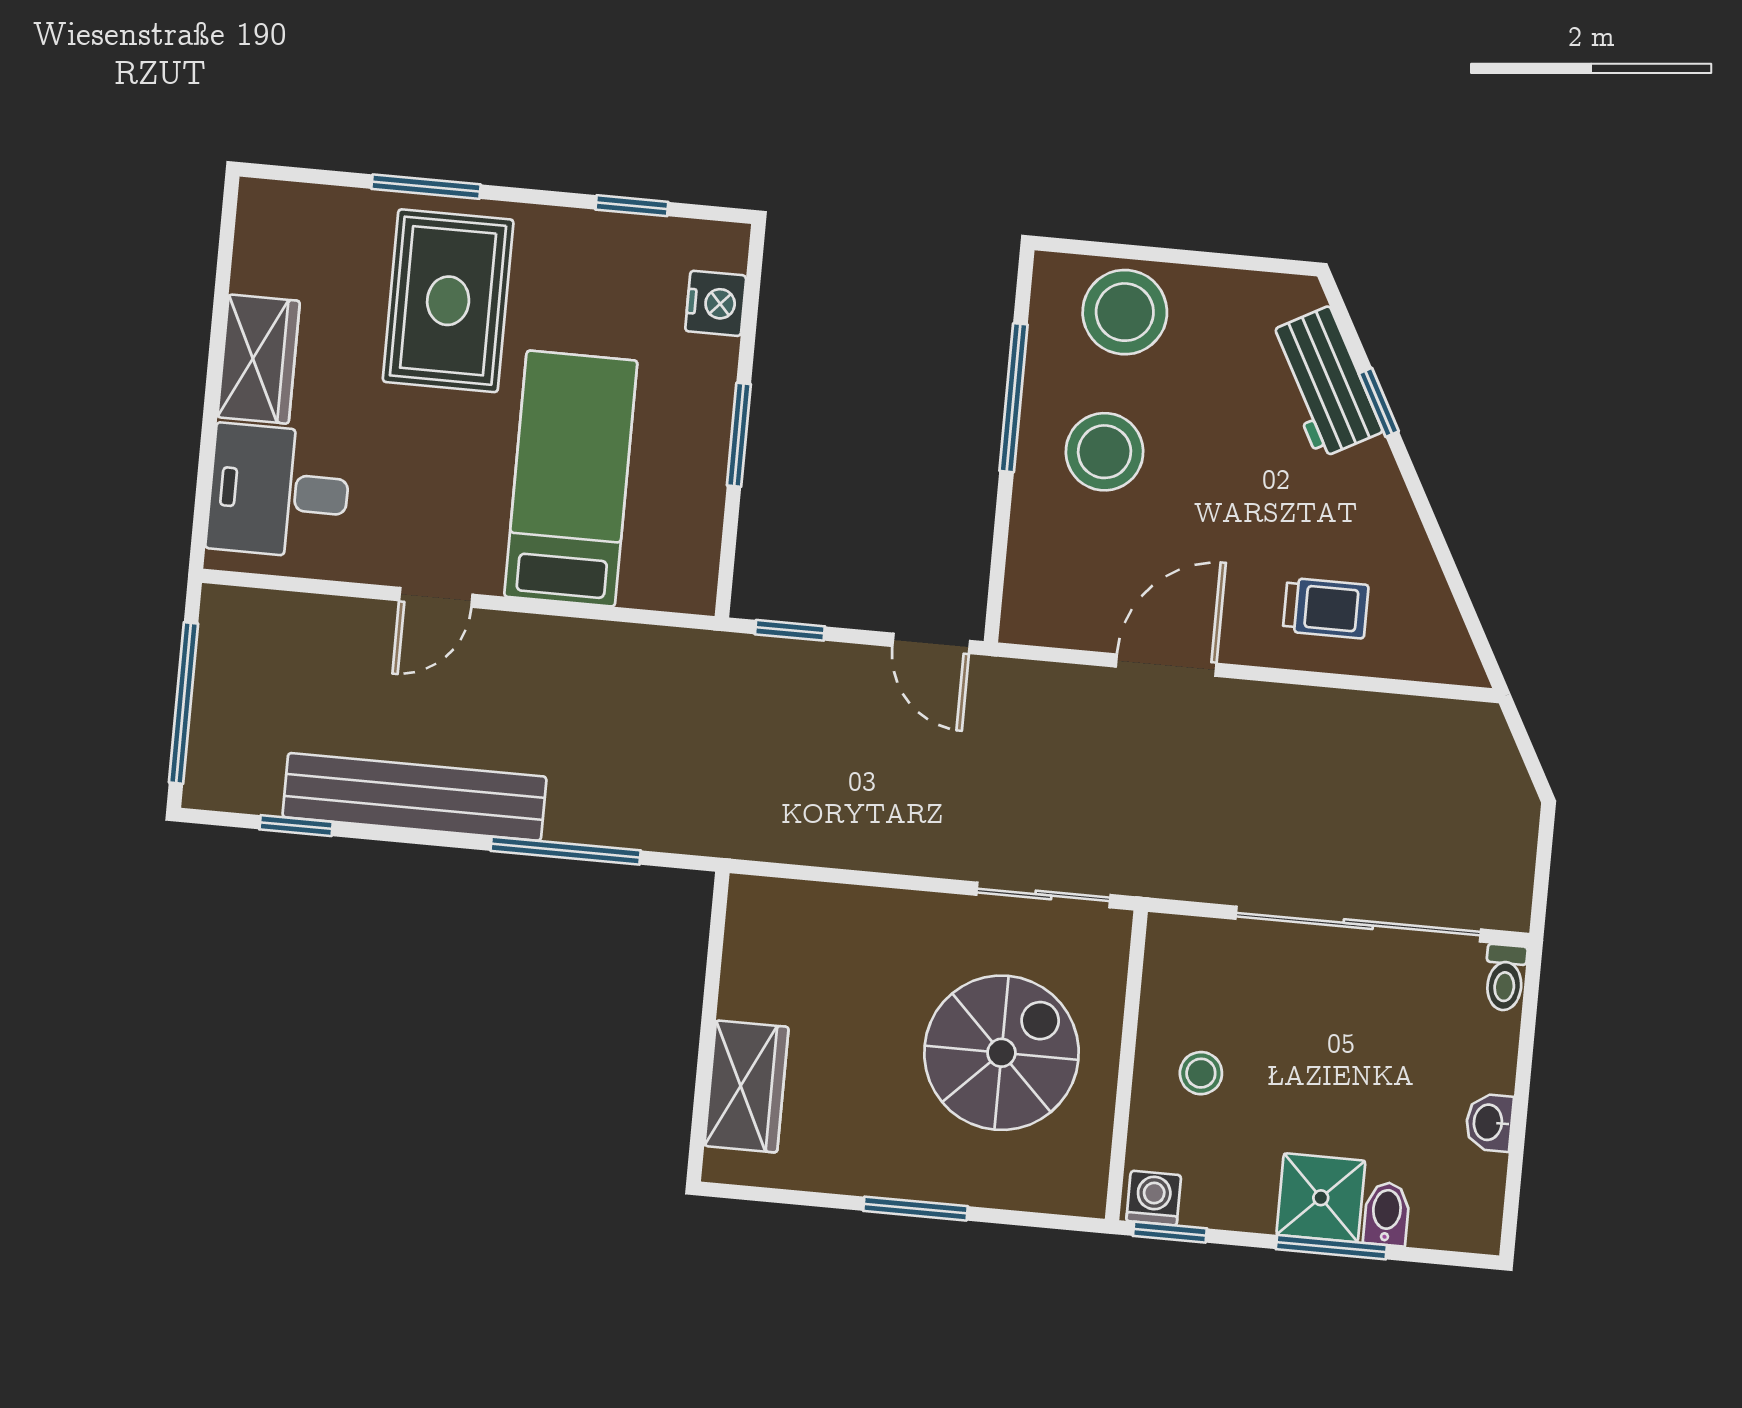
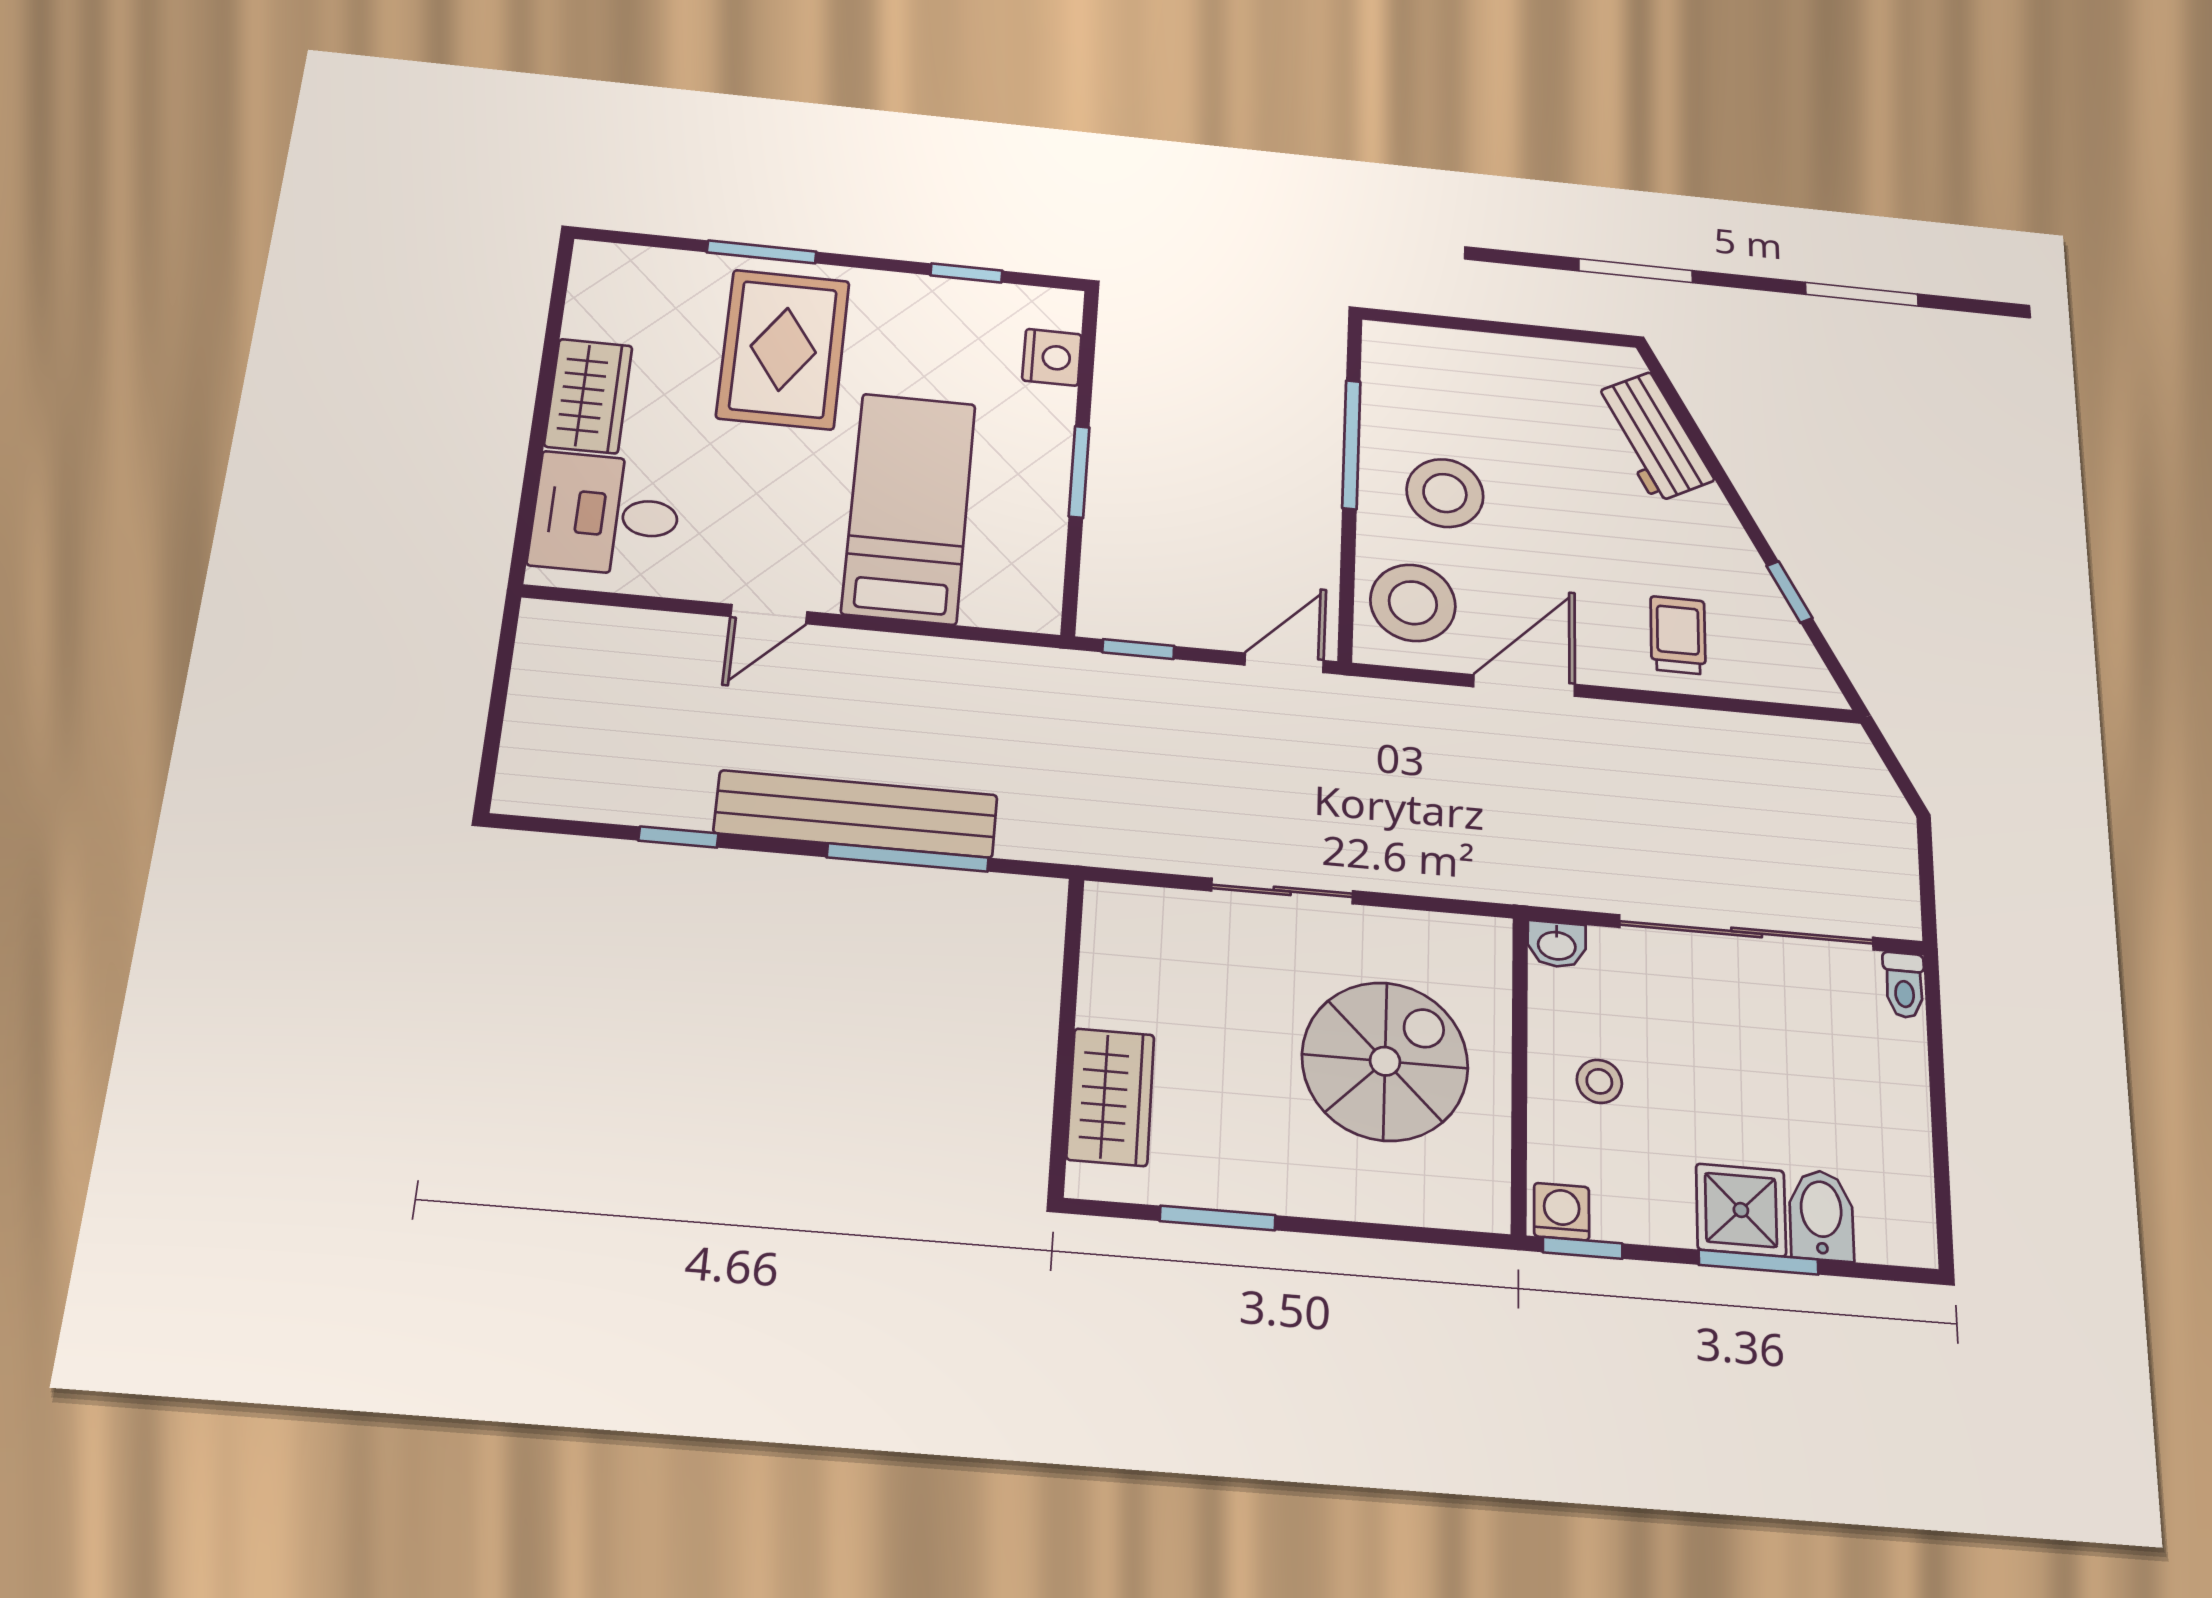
stool: (1125, 312) -> (1413, 603), moved
window: (1379, 402) -> (1789, 592), moved
trolley: (1326, 608) -> (1678, 635), turned -90
door: (931, 643) -> (1284, 663), swing flipped
window: (183, 703) -> (497, 711), removed
bench: (414, 797) -> (856, 814), moved
window: (296, 826) -> (678, 837), moved
sliding door: (1043, 895) -> (1282, 891), moved
washbasin: (1489, 1122) -> (1557, 944), moved, turned -90
window: (916, 1209) -> (1218, 1218), moved
bidet: (1387, 1214) -> (1821, 1215), width x1.38, depth x1.36

